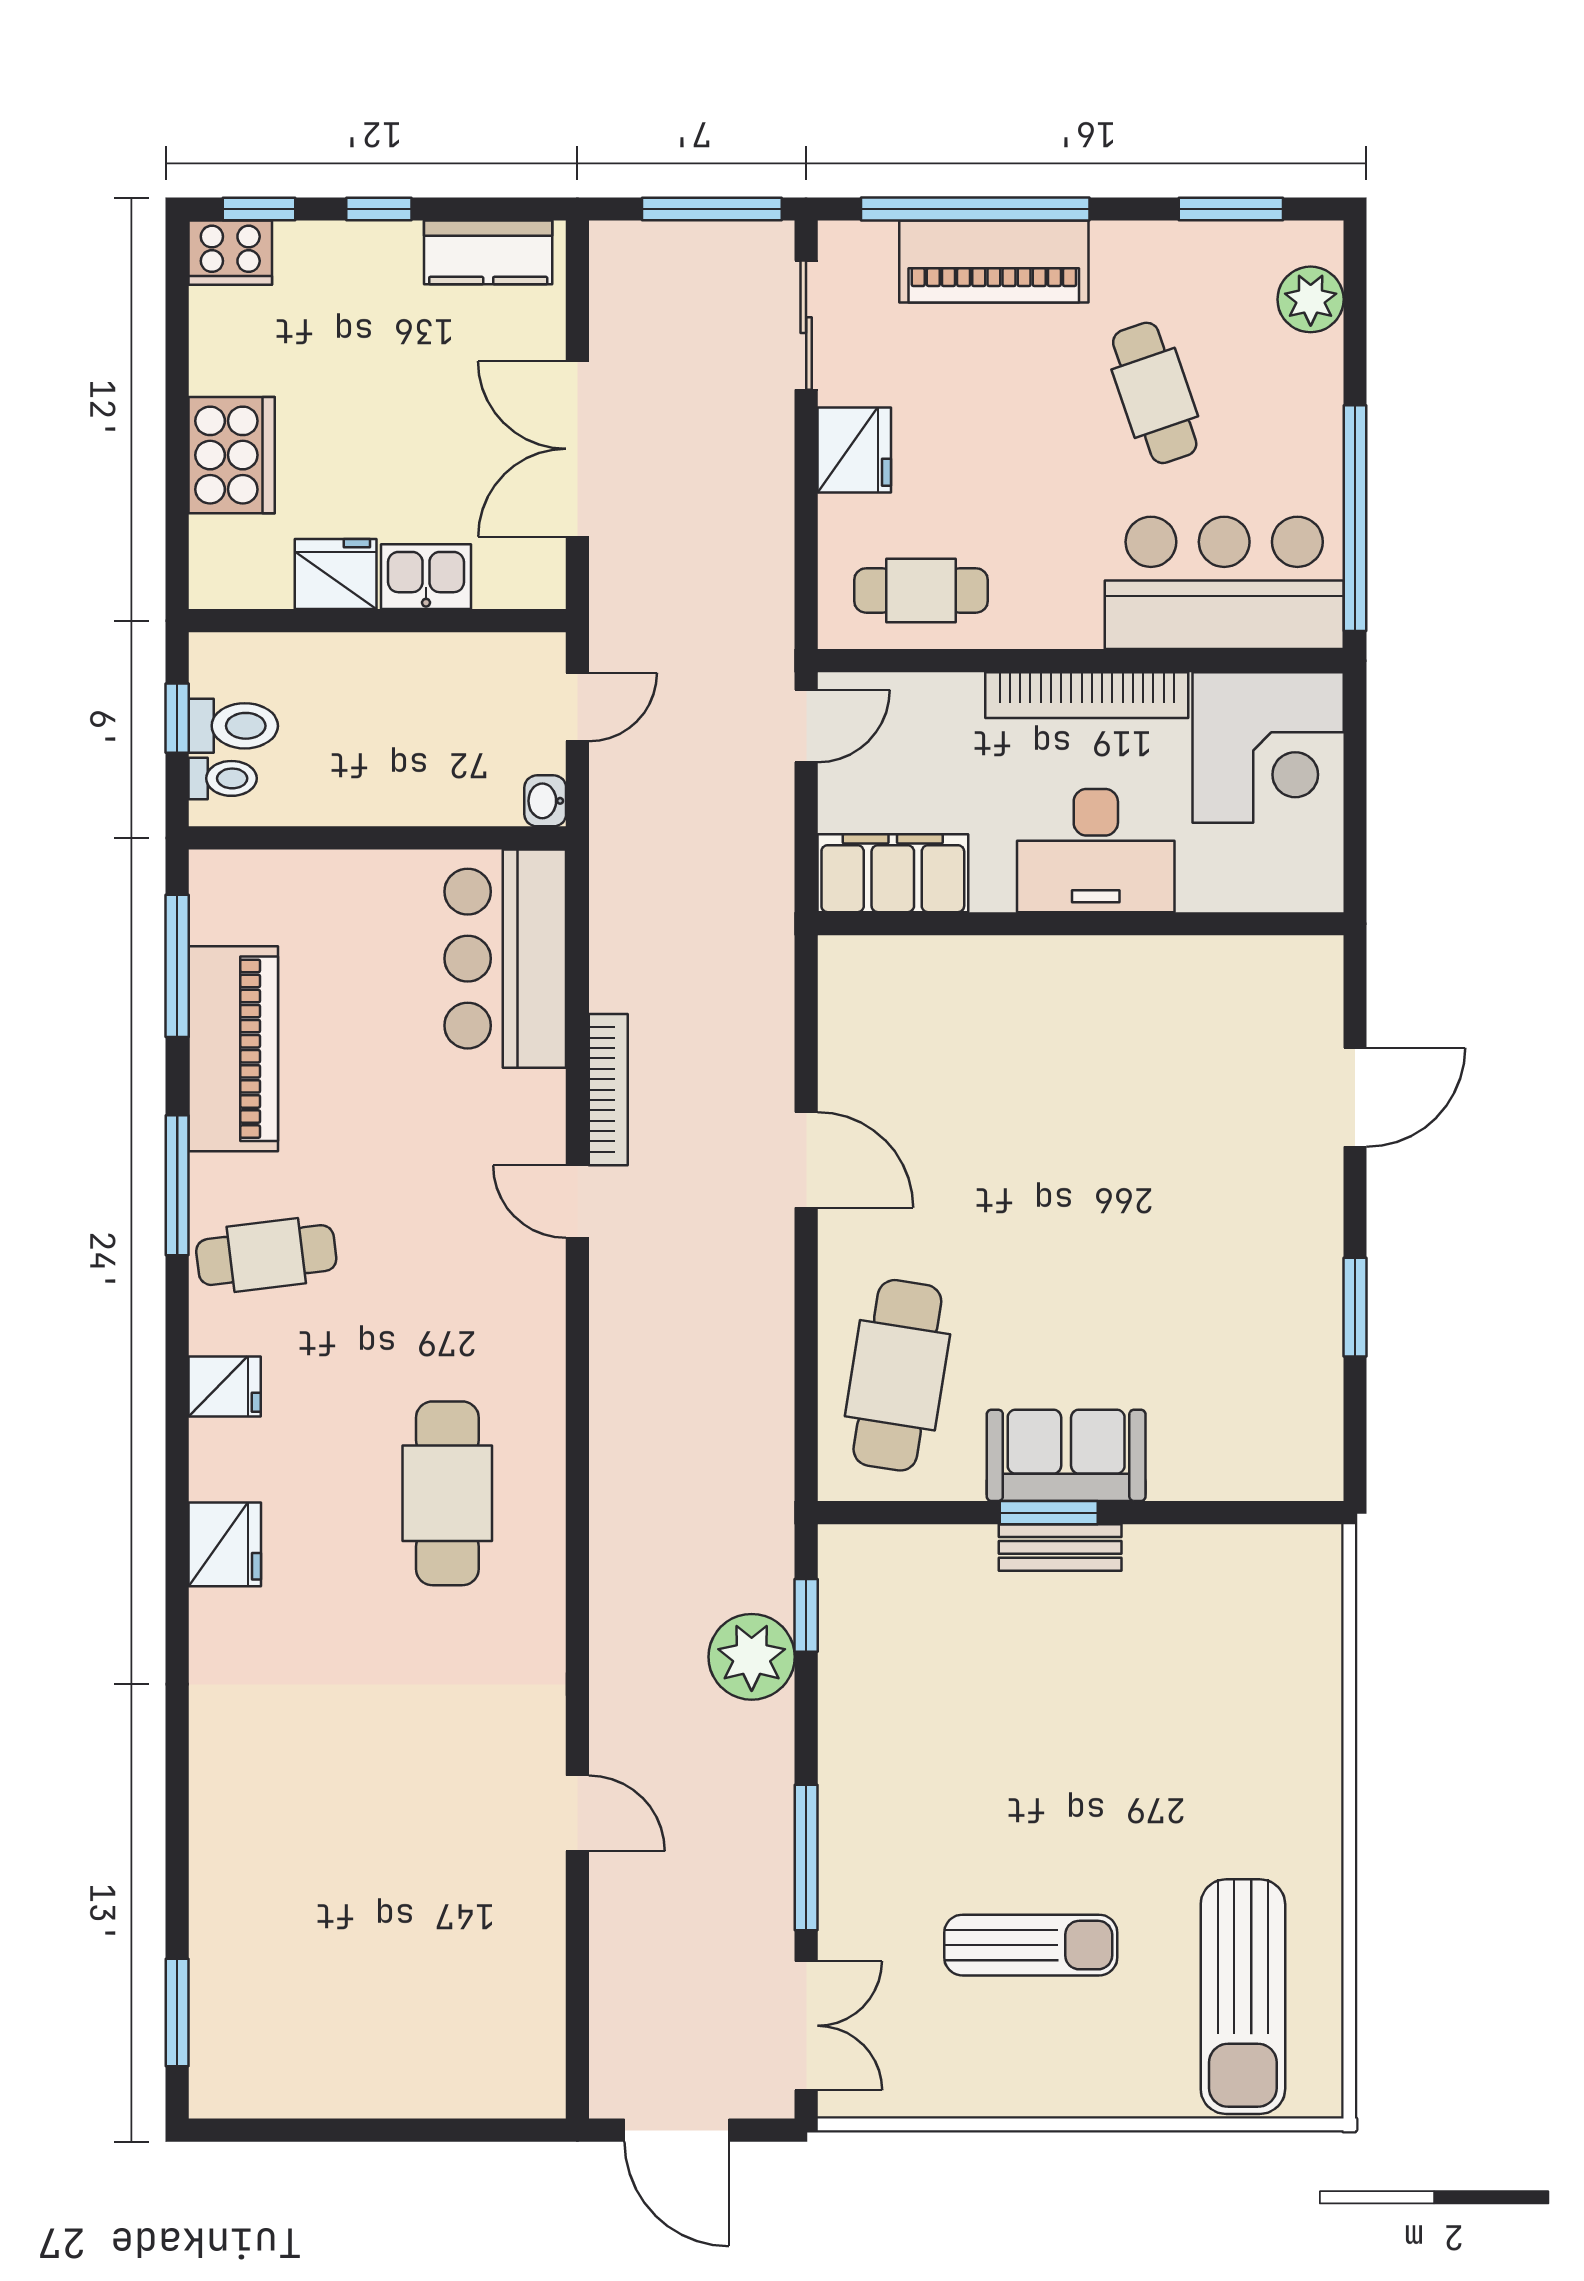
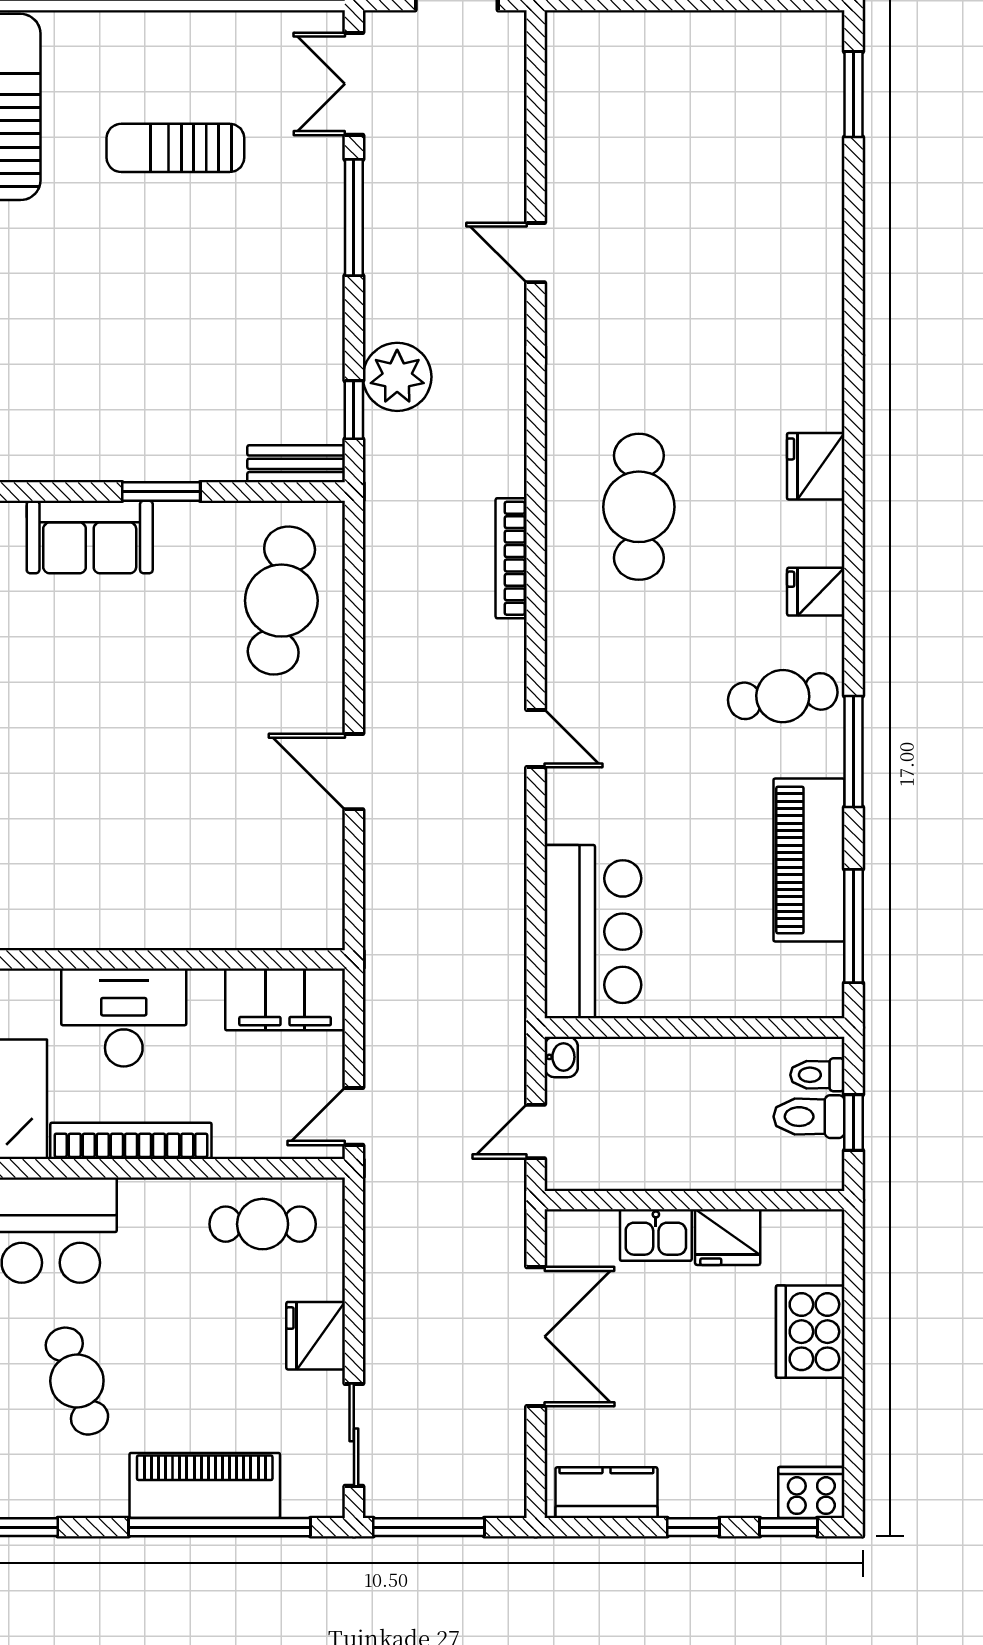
bookcase: (608, 1090) -> (511, 558), moved
sofa: (1066, 1455) -> (90, 537), moved
bench: (1060, 1547) -> (296, 464), moved

